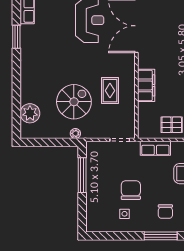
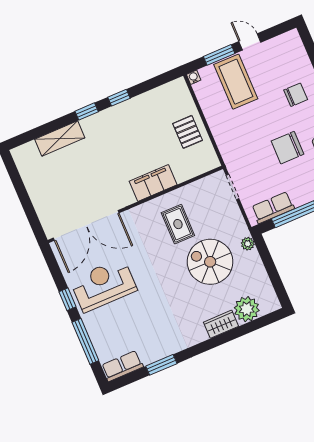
wardrobe: (27, 91) -> (221, 324), added
rug: (110, 91) -> (178, 224), turned 90
row of seats: (155, 148) -> (273, 208), moved, turned -90

